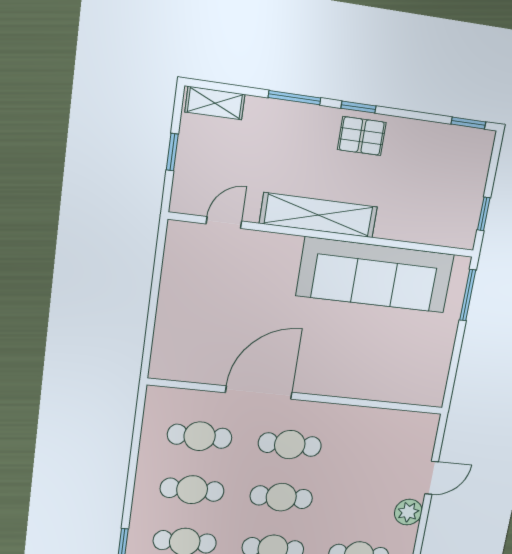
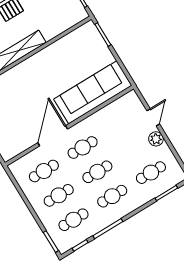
sofa: (375, 275) -> (93, 92), moved, turned 180

